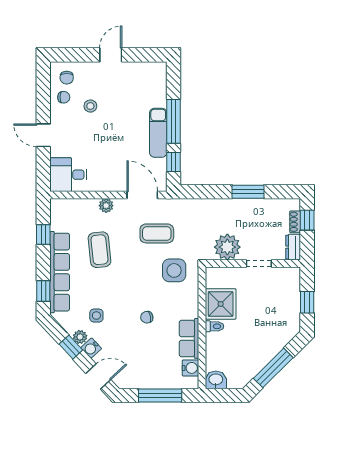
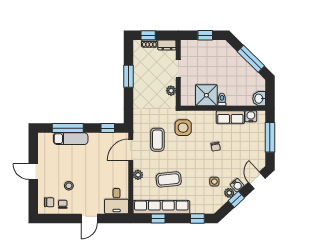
window: (174, 121) -> (68, 128), moved
exam couch: (158, 133) -> (71, 139), moved
plant: (227, 247) -> (171, 91), width x0.53, depth x0.53
row of seats: (60, 272) -> (161, 207), moved

